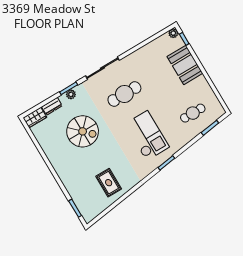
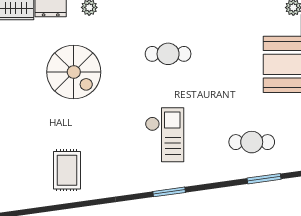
cafe table: (124, 94) -> (168, 54), width x0.73, depth x0.74
checkout: (147, 136) -> (165, 135), width x0.73, depth x0.83

